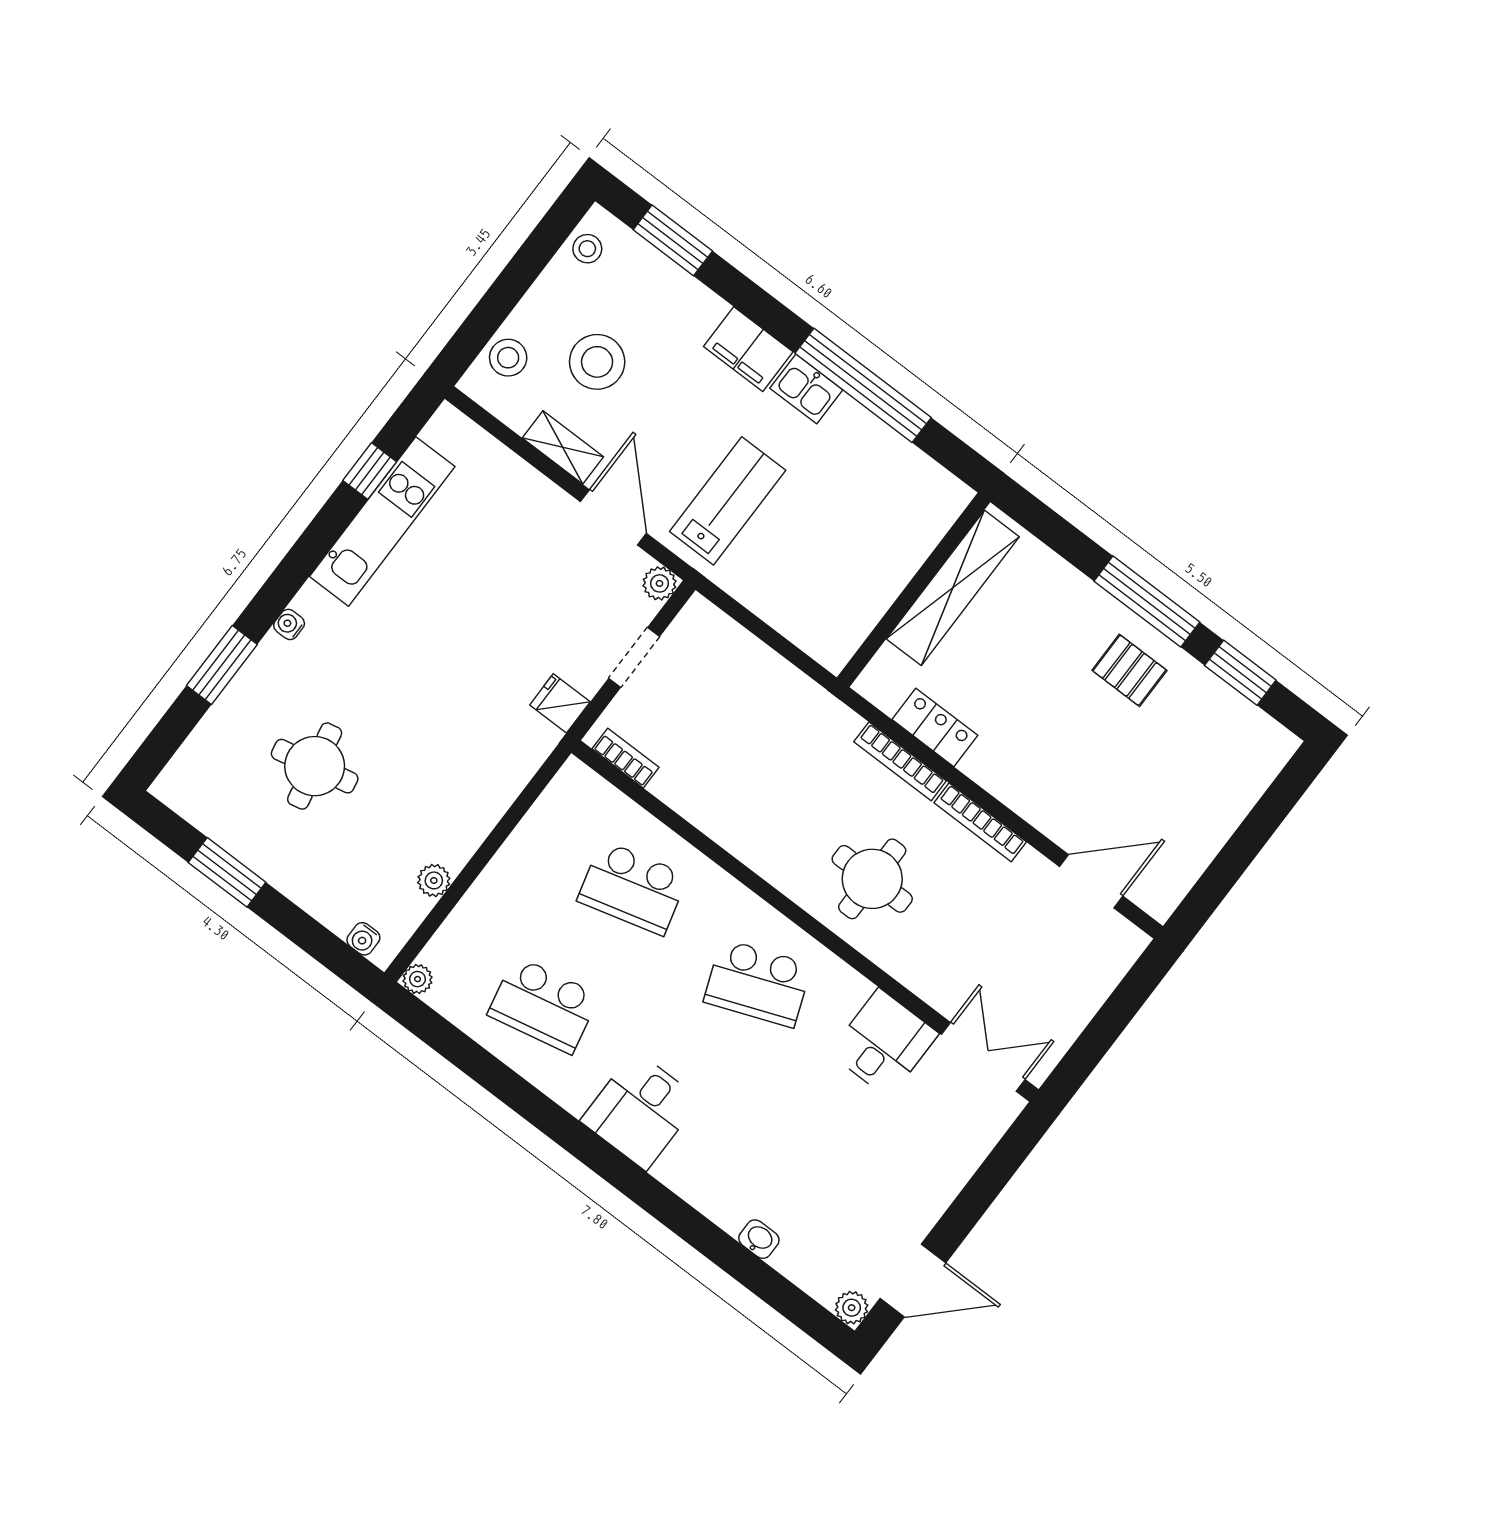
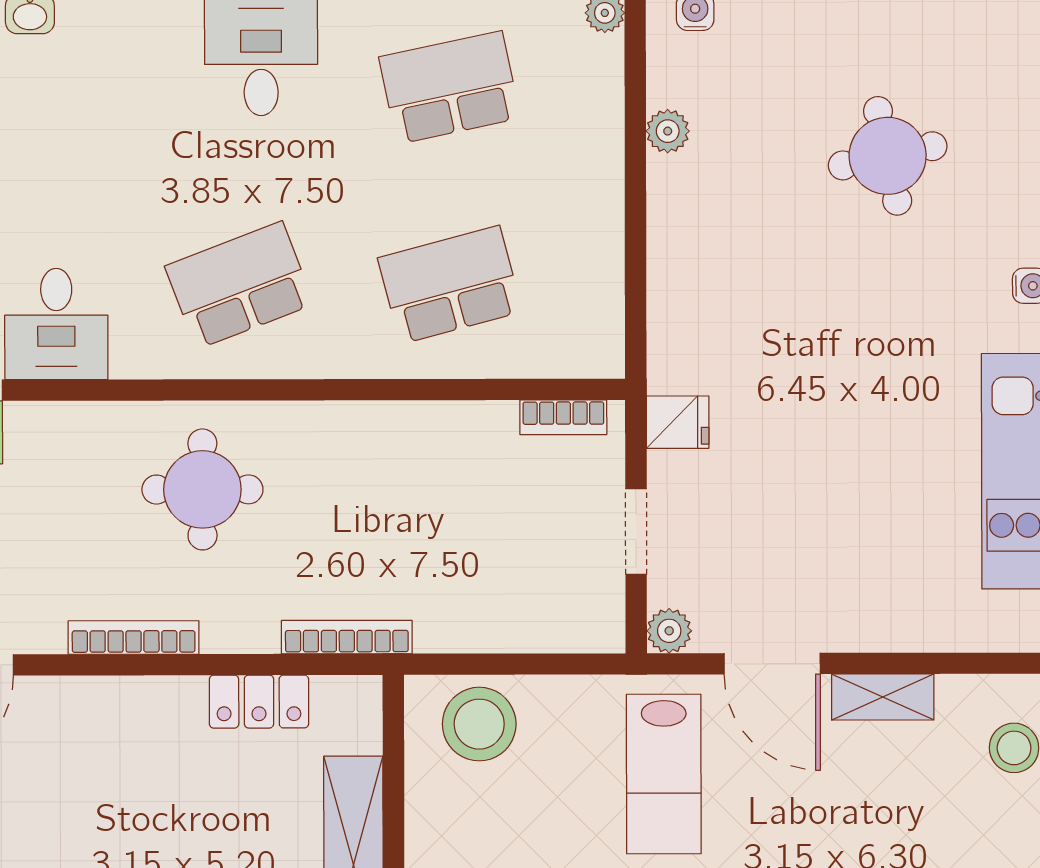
stool: (597, 362) -> (479, 724), moved
bookcase: (900, 761) -> (347, 637), moved

